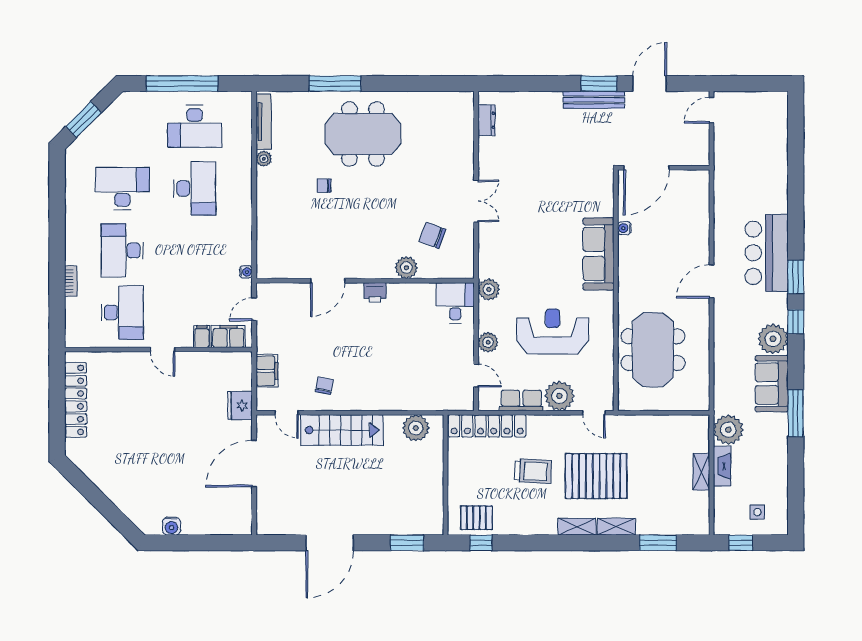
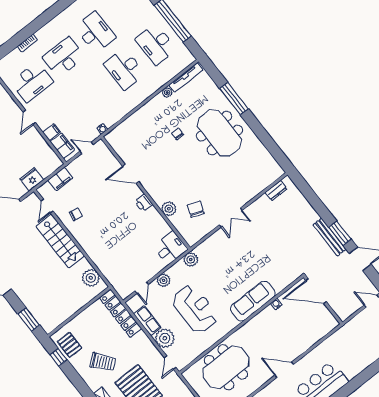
desk: (195, 188) -> (124, 69), turned 90
trolley: (533, 471) -> (103, 362), moved, turned -43

